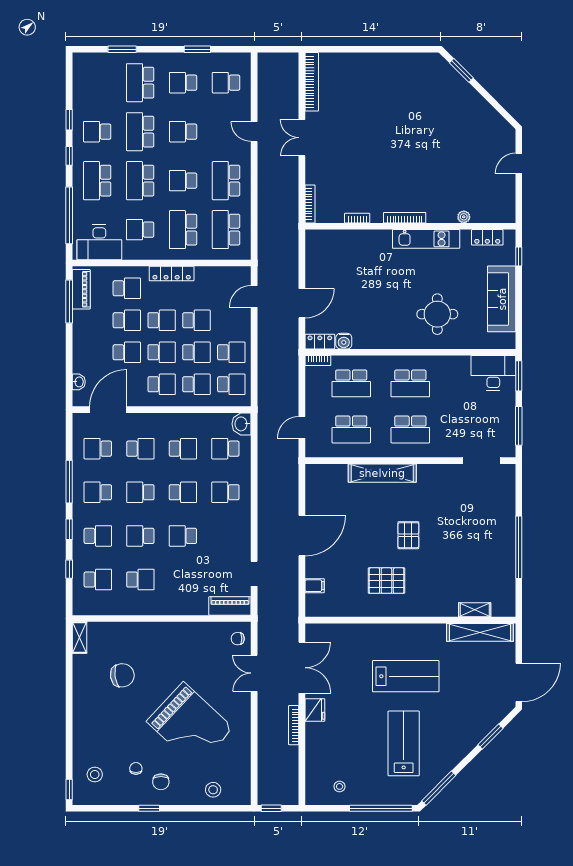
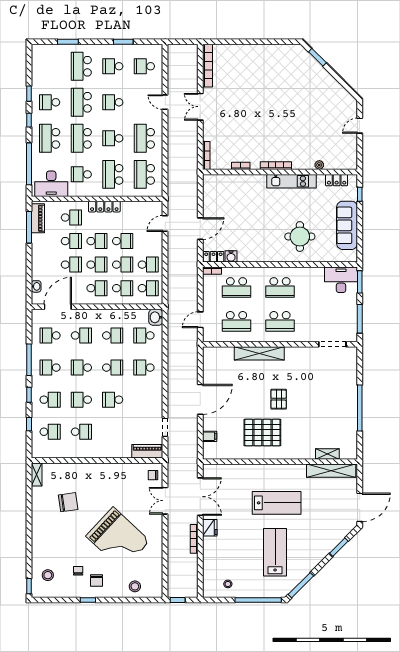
pallet: (386, 581) -> (262, 433), width x1.37, depth x1.41

